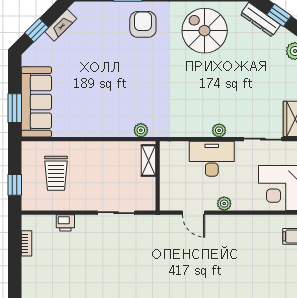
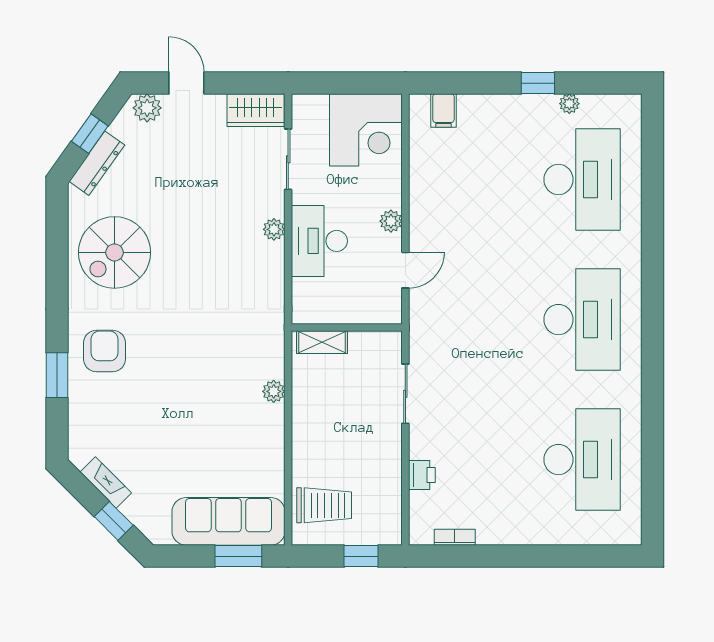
armchair: (143, 24) -> (105, 351), turned 90
plant: (141, 130) -> (274, 391), moved
trolley: (56, 173) -> (324, 505), moved

